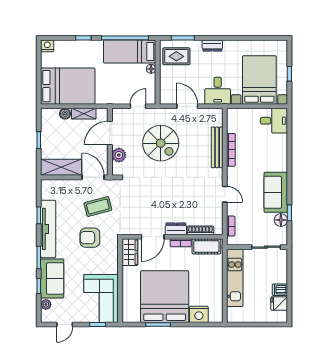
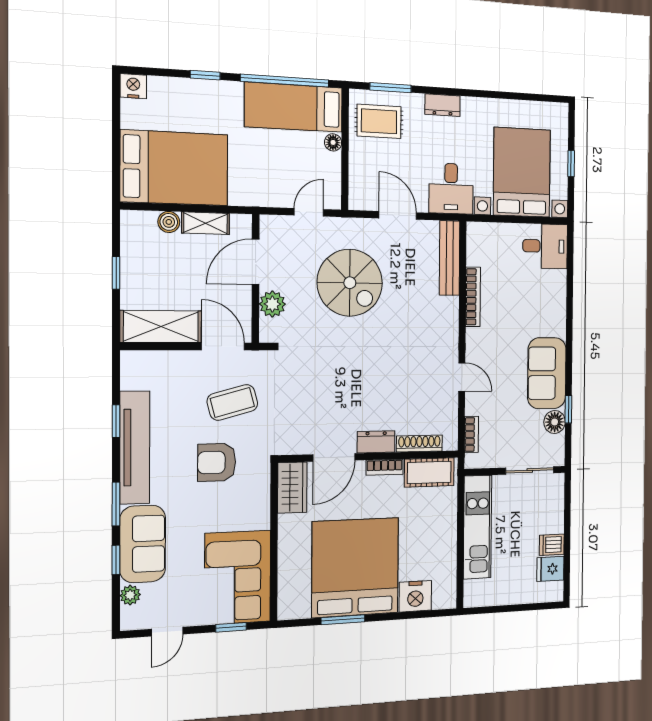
bench: (217, 147) -> (450, 258), moved

